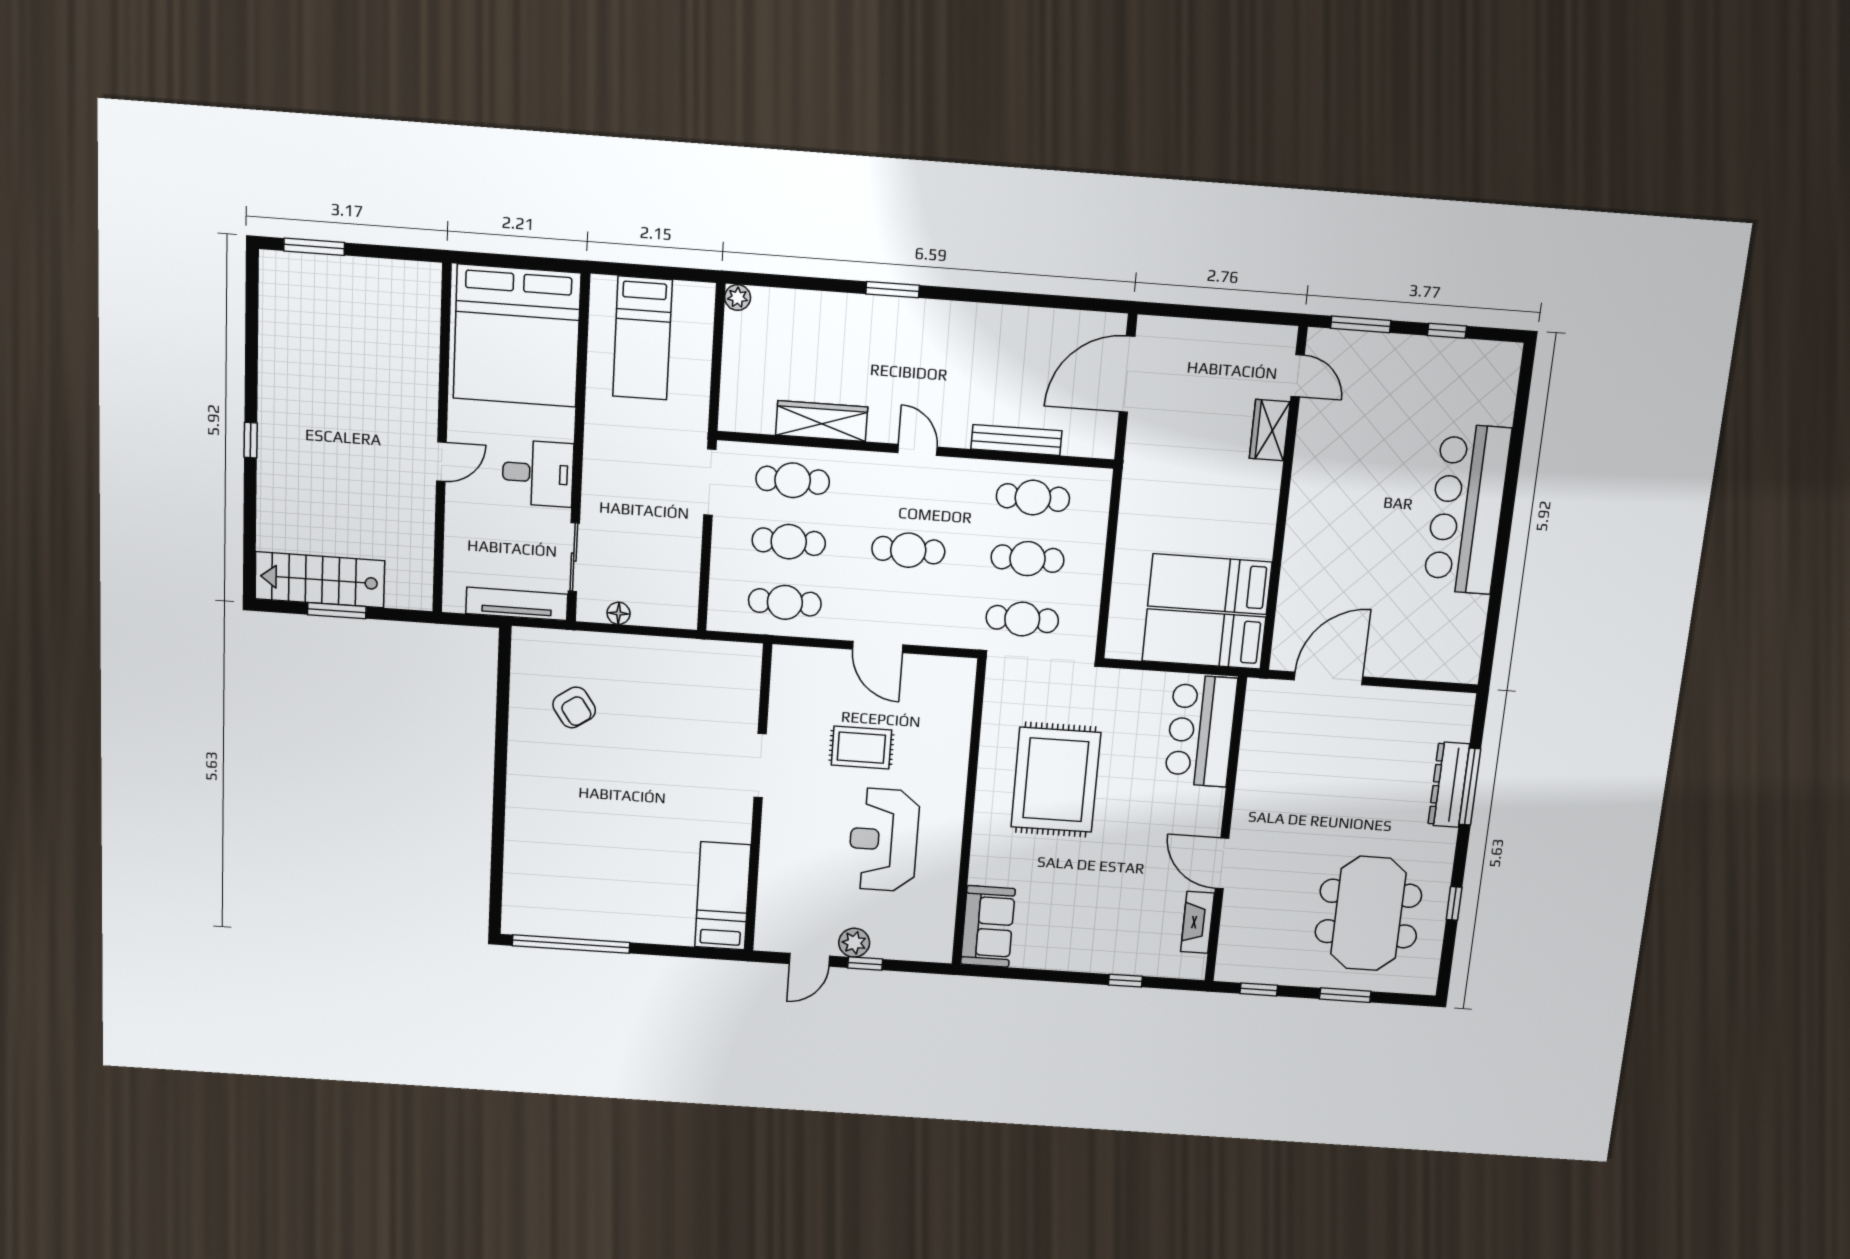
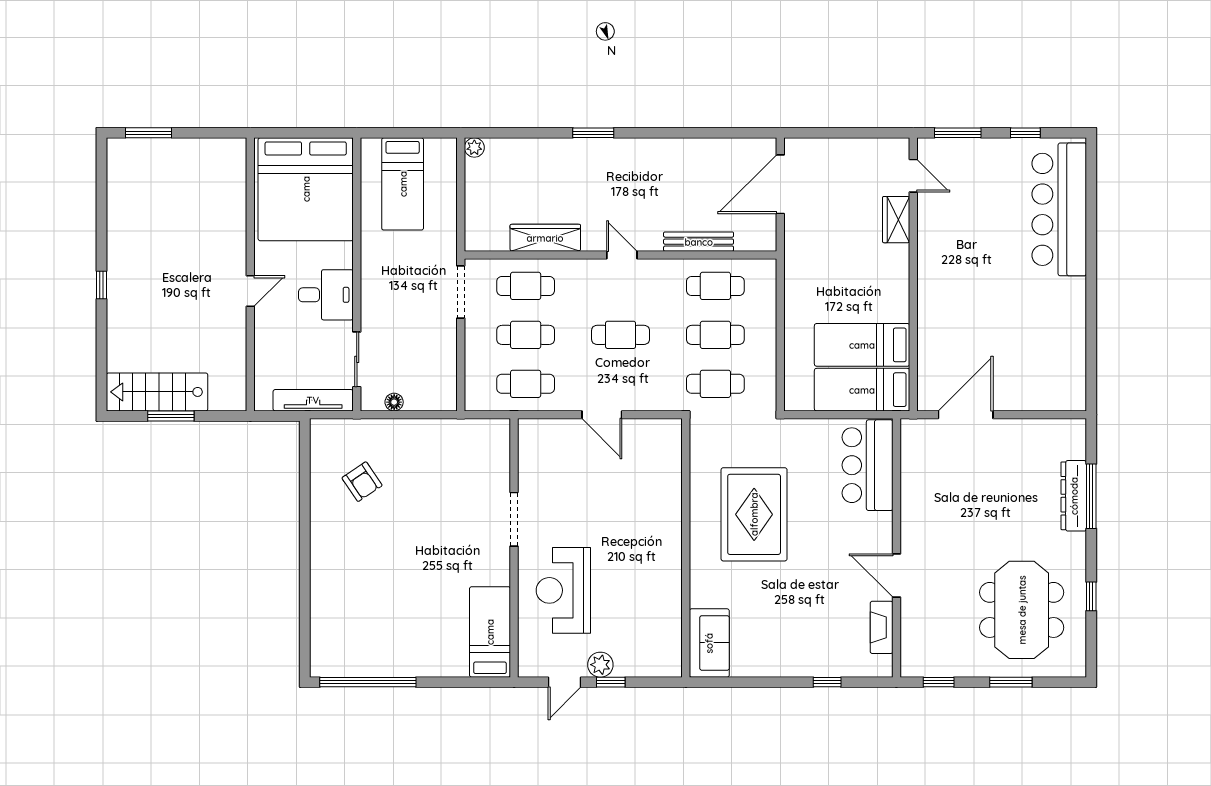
bar counter: (1467, 509) -> (1059, 209), moved
rug: (861, 748) -> (595, 499), removed
reception desk: (884, 840) -> (563, 590), moved

